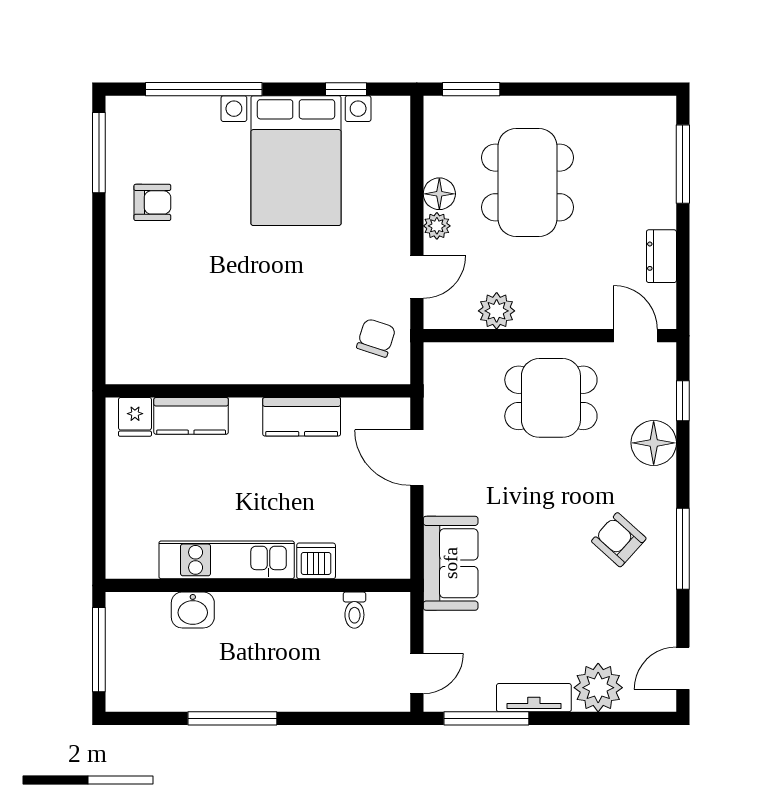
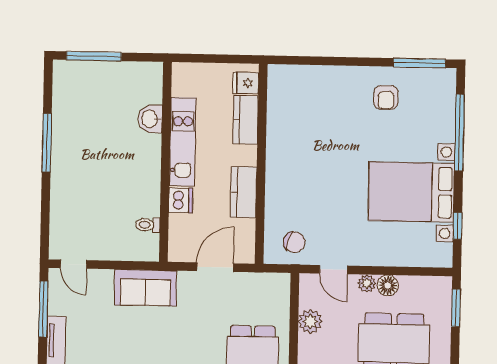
kitchen unit: (227, 560) -> (183, 142), moved
dishwasher: (316, 561) -> (181, 200), moved
wall: (258, 585) -> (165, 162), moved
washbasin: (193, 610) -> (150, 119), moved
toilet: (354, 610) -> (148, 225), moved

